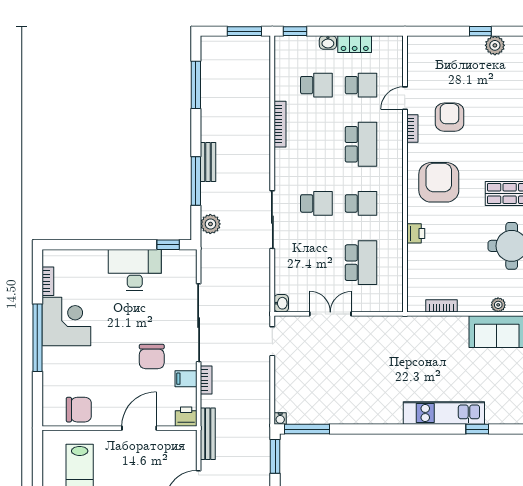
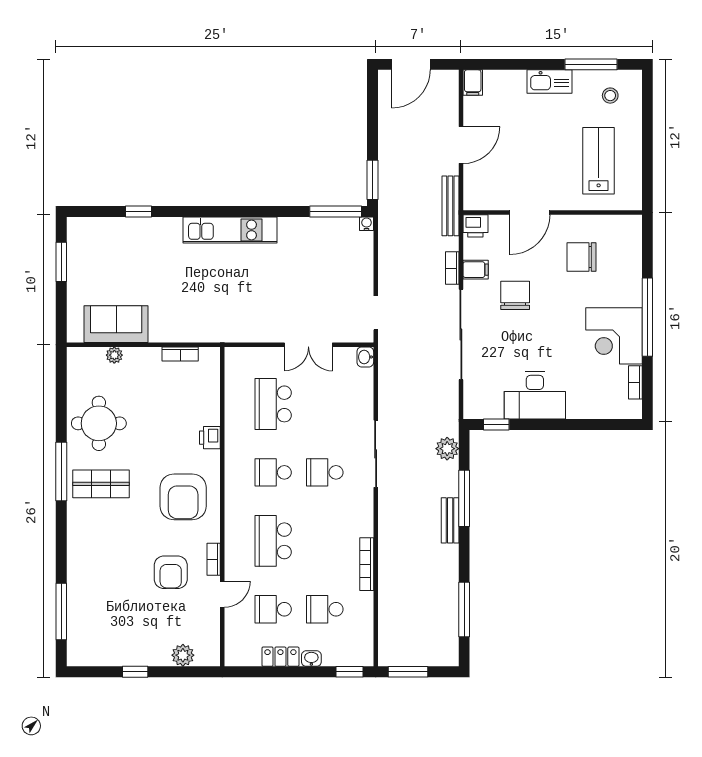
plant: (495, 45) -> (183, 655), moved
chair: (79, 410) -> (581, 257), moved
kitchen unit: (444, 413) -> (230, 230), moved

